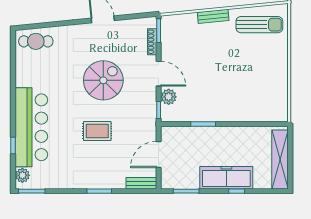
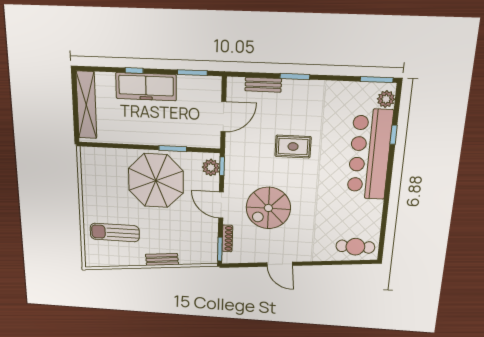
sun lounger: (259, 25) -> (115, 233), moved
spiral stairs: (103, 80) -> (268, 208), moved
parasol: (218, 93) -> (156, 181), added
plant: (169, 97) -> (211, 167), moved
bench: (141, 183) -> (263, 85), moved

